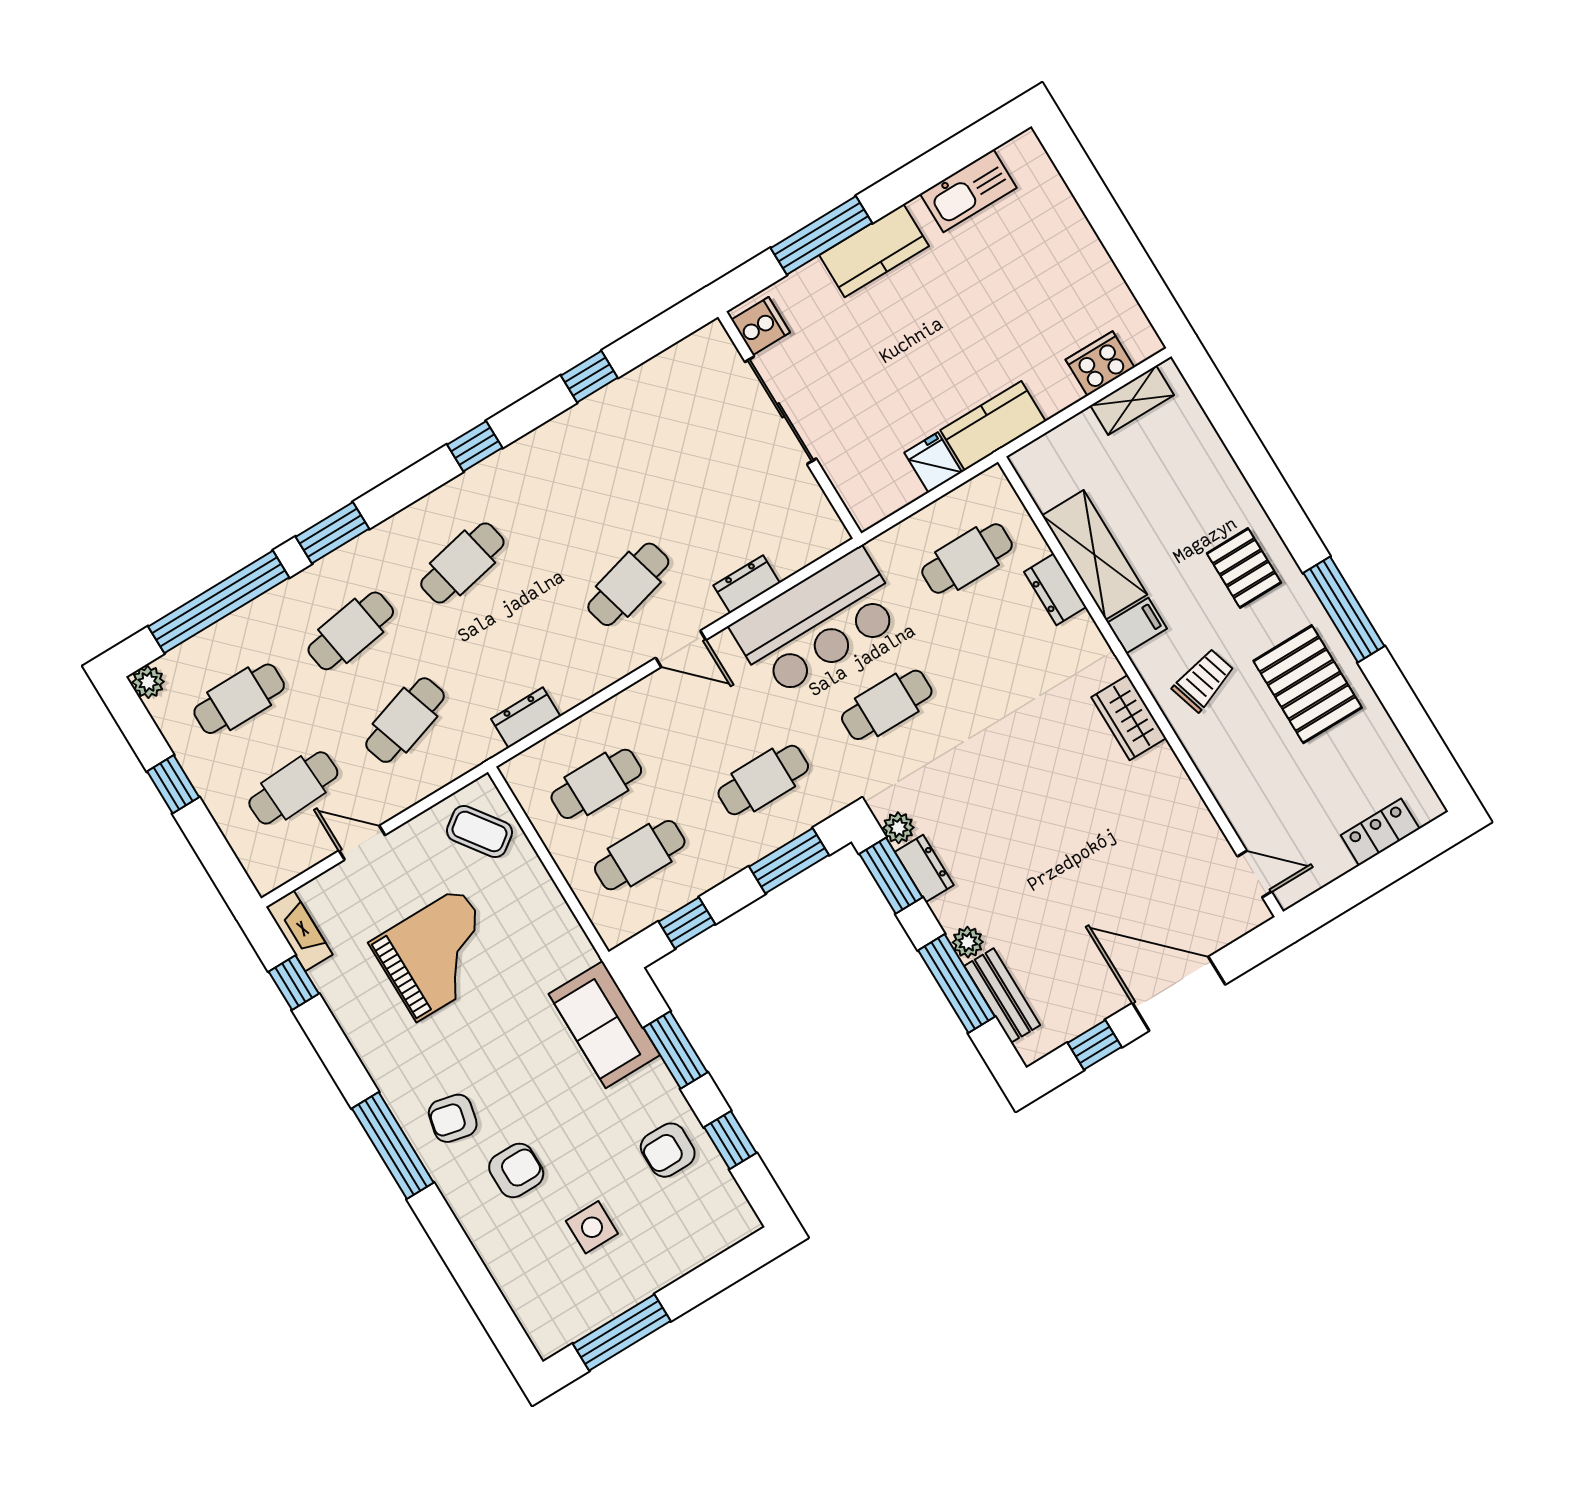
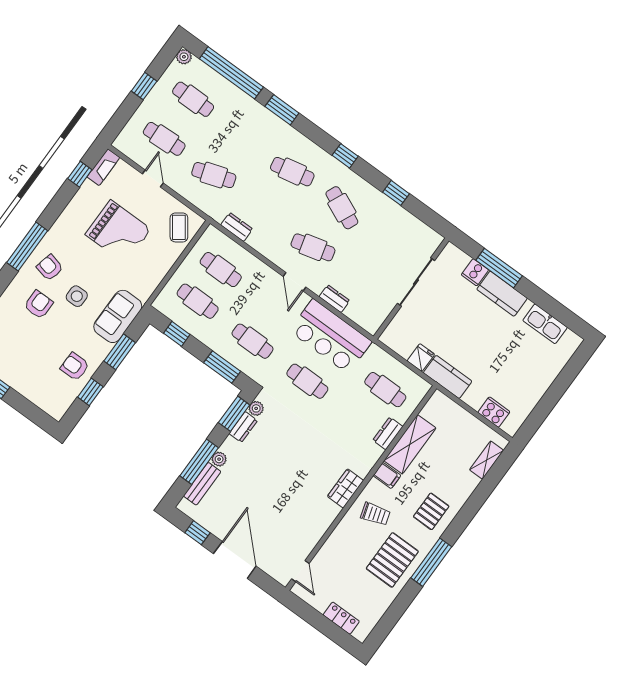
cooker: (761, 326) -> (475, 272), moved, turned 90
shelving: (1132, 400) -> (487, 460), moved, turned 90
cafe table: (351, 631) -> (342, 208), moved, turned 33
armchair: (516, 1170) -> (39, 305), turned -90
side table: (592, 1227) -> (77, 296), moved

